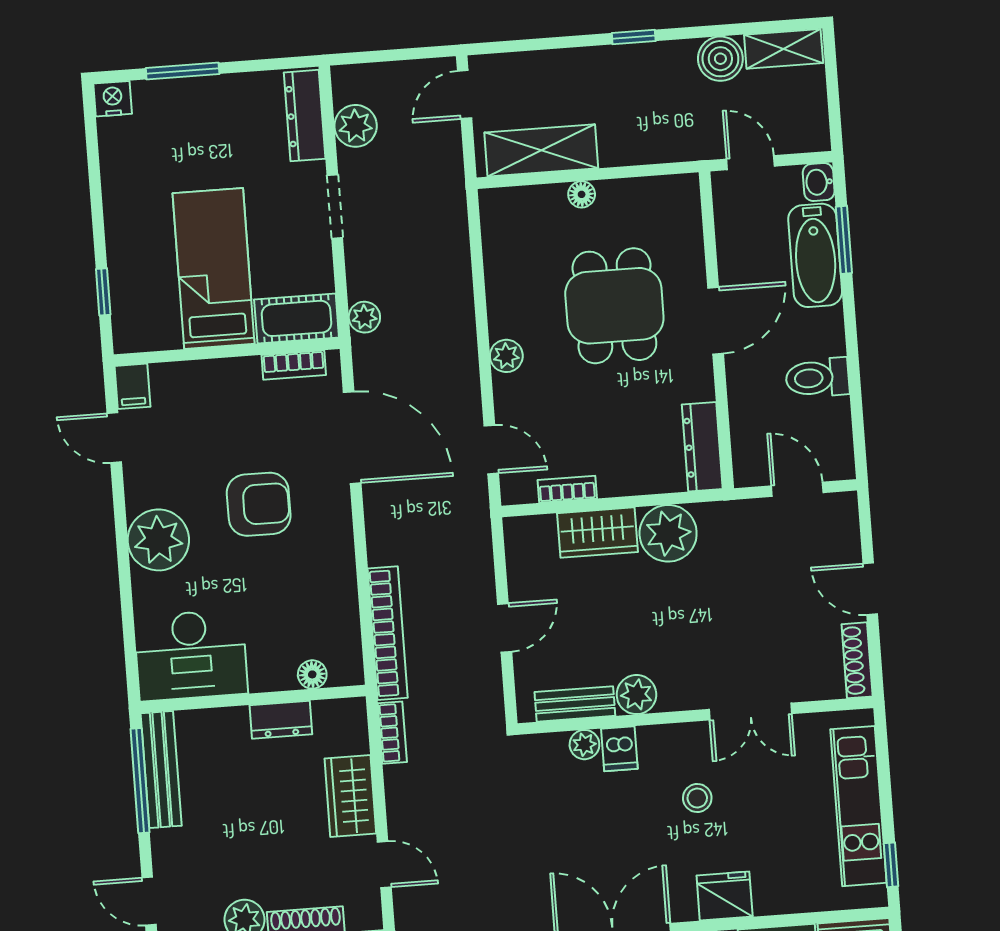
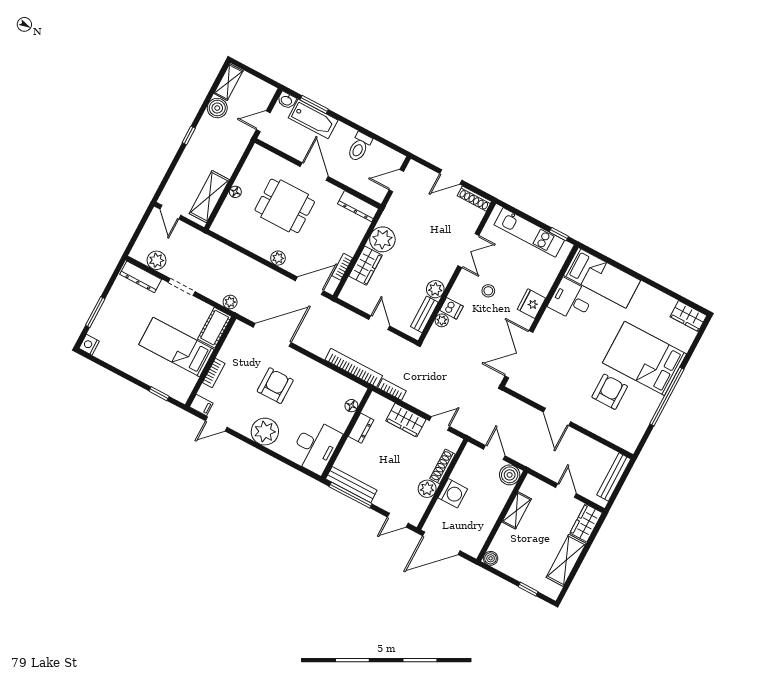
bookcase: (294, 365) -> (214, 373), moved
door: (491, 449) -> (309, 286), width x1.38

